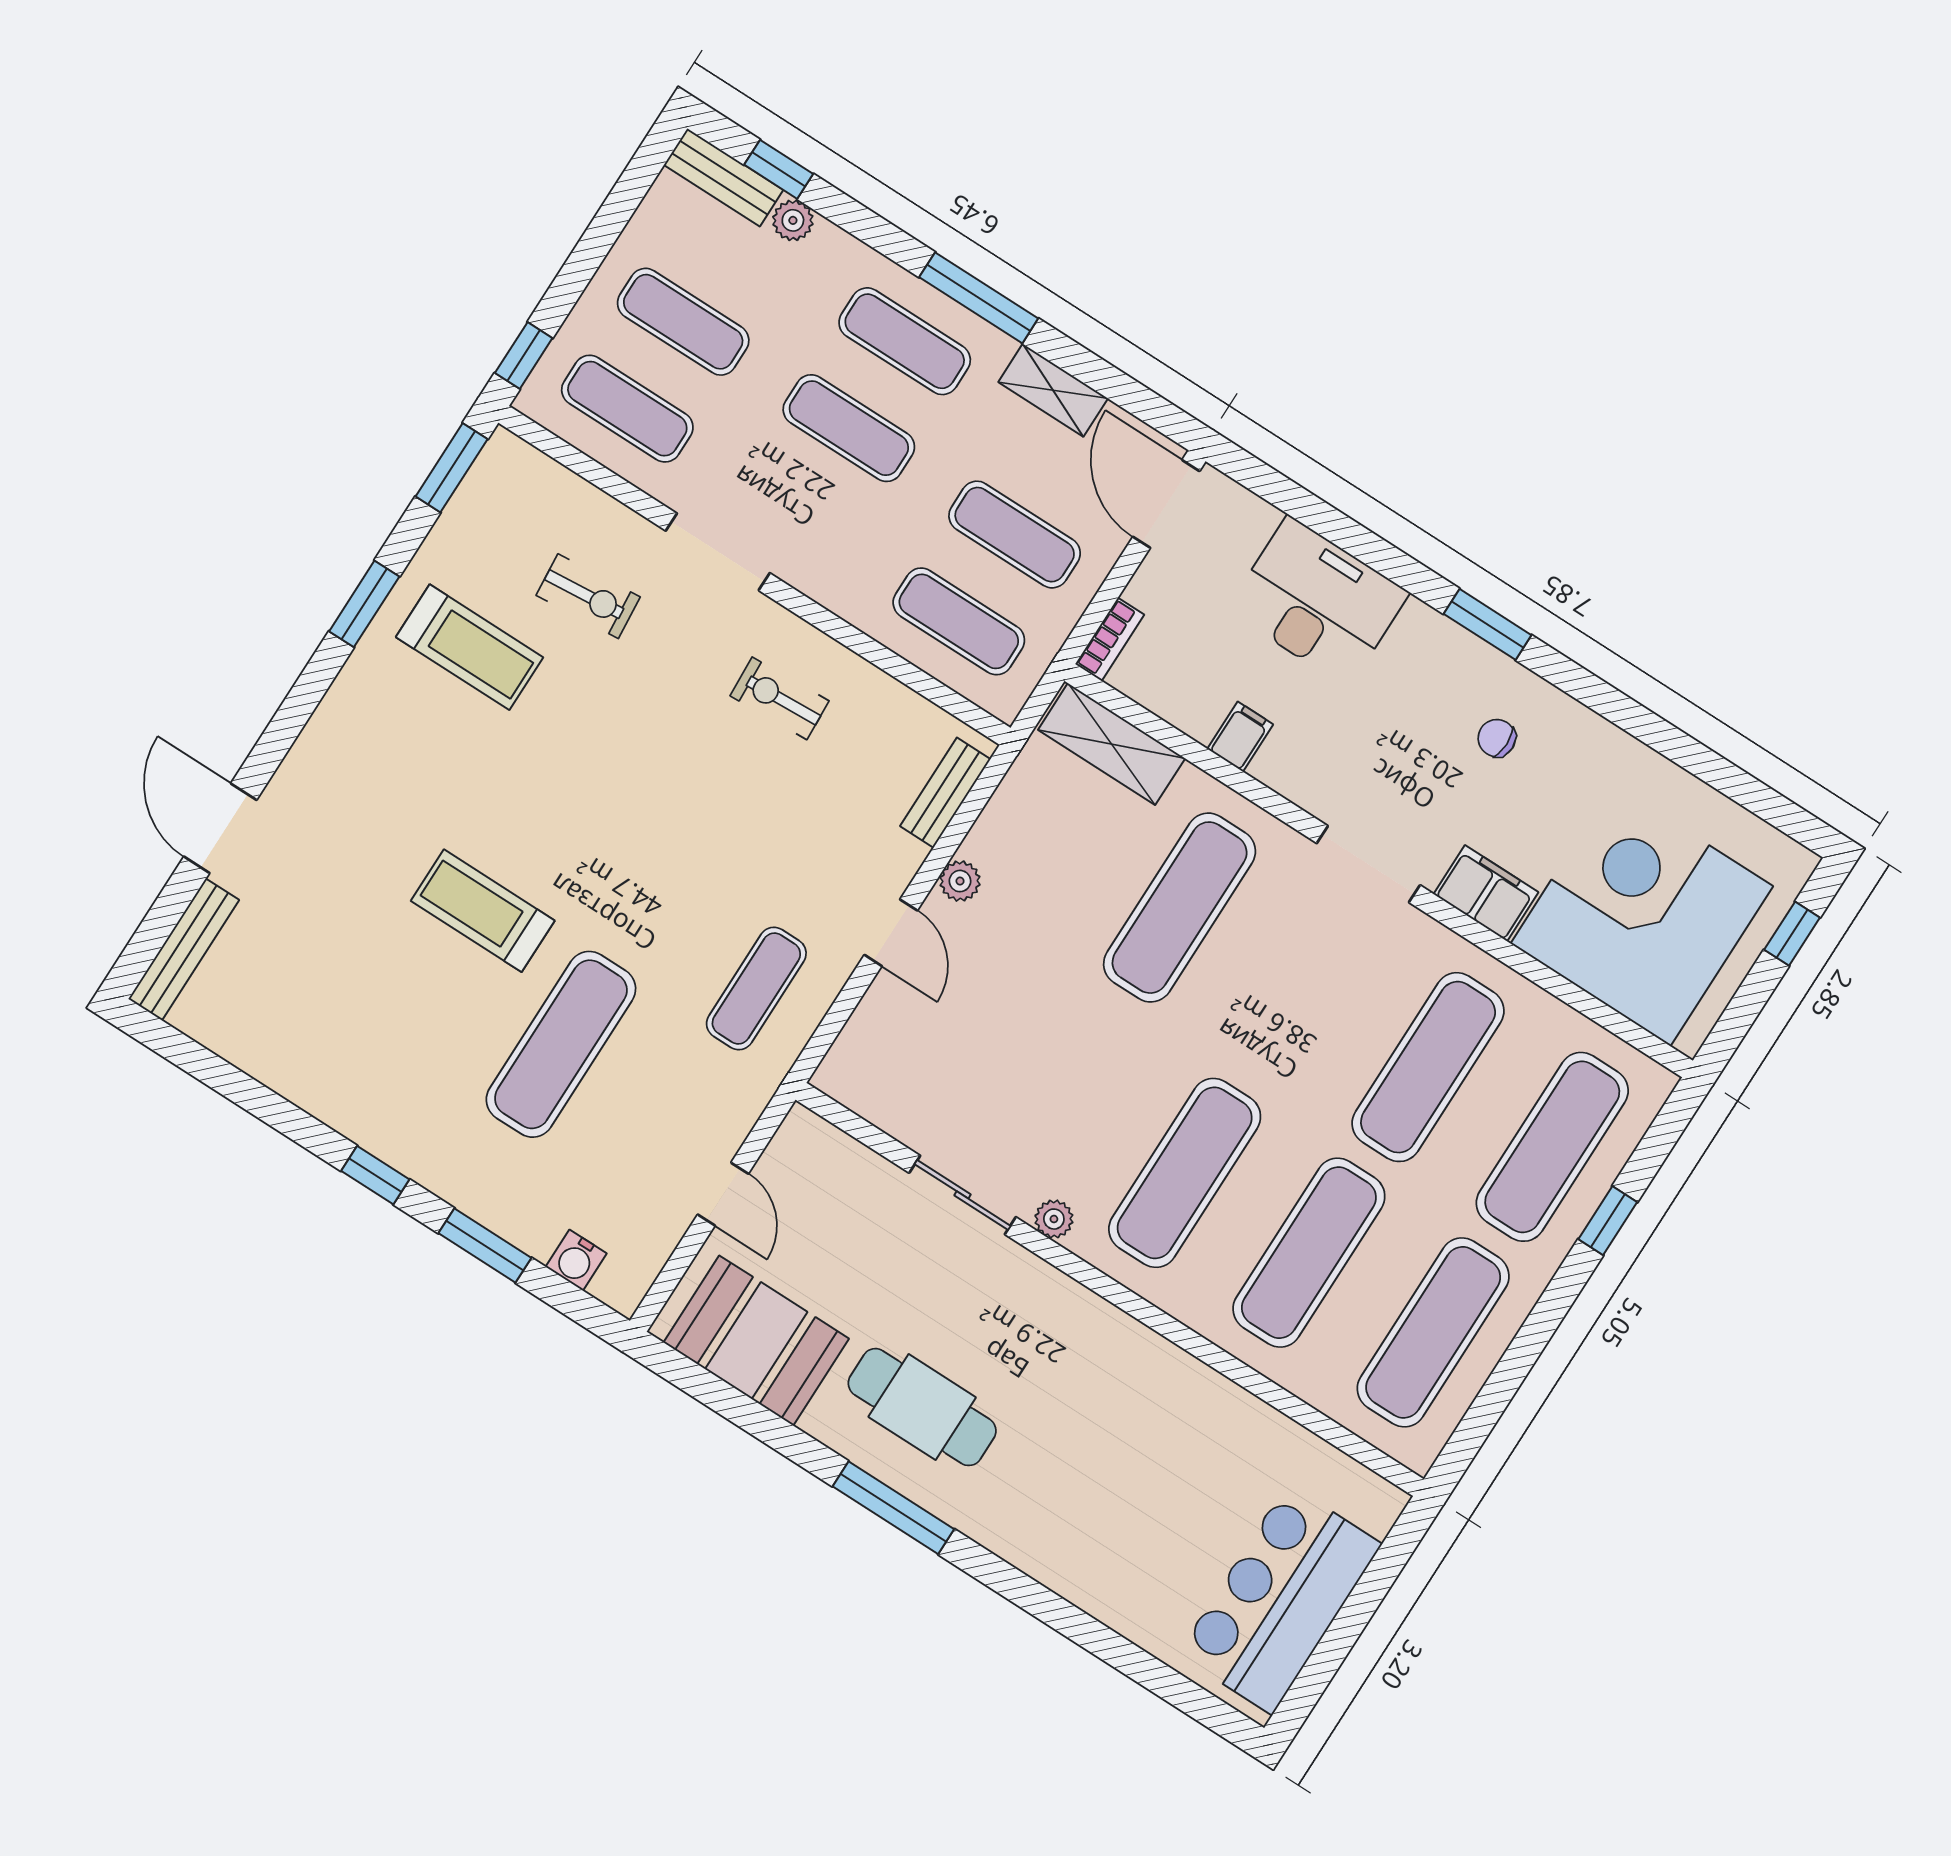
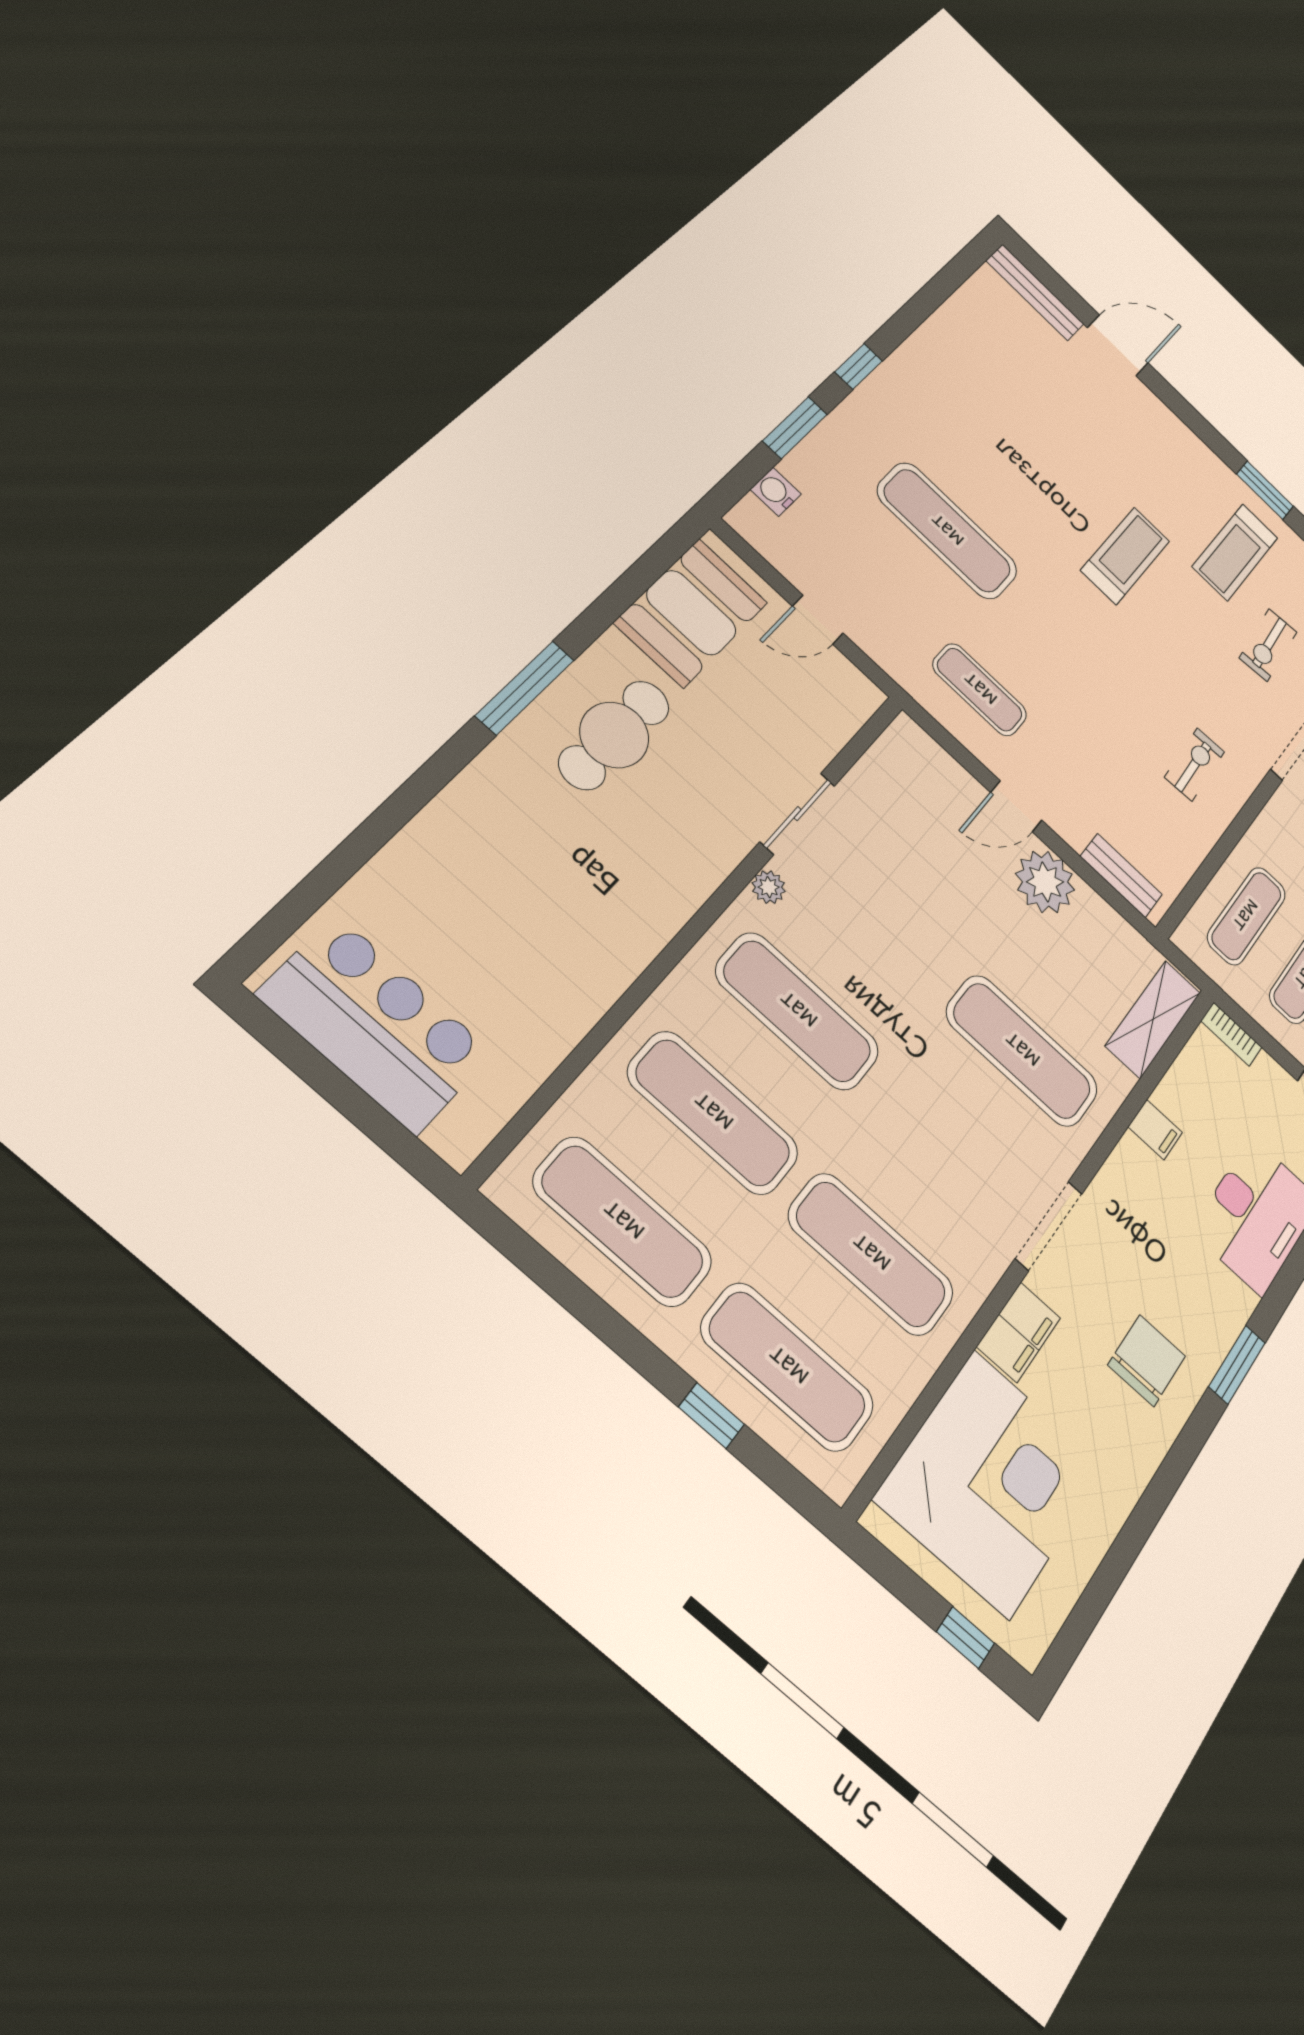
chair: (1497, 738) -> (1147, 1361), width x1.87, depth x1.87
plant: (960, 881) -> (1045, 882), width x1.88, depth x1.88
treadmill: (483, 911) -> (1125, 556), moved

